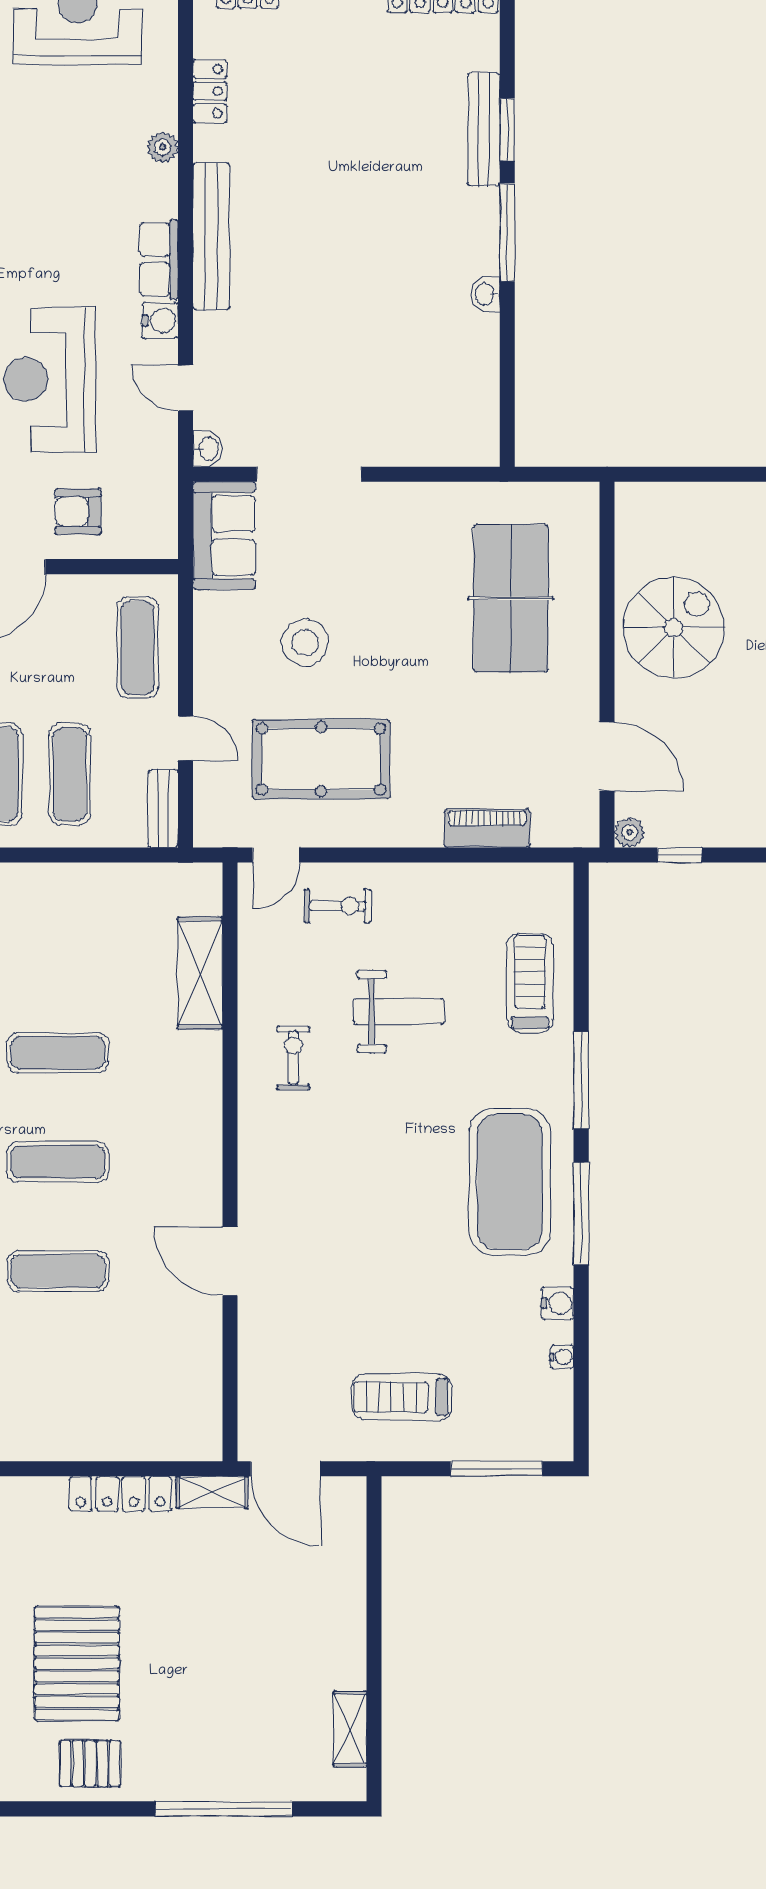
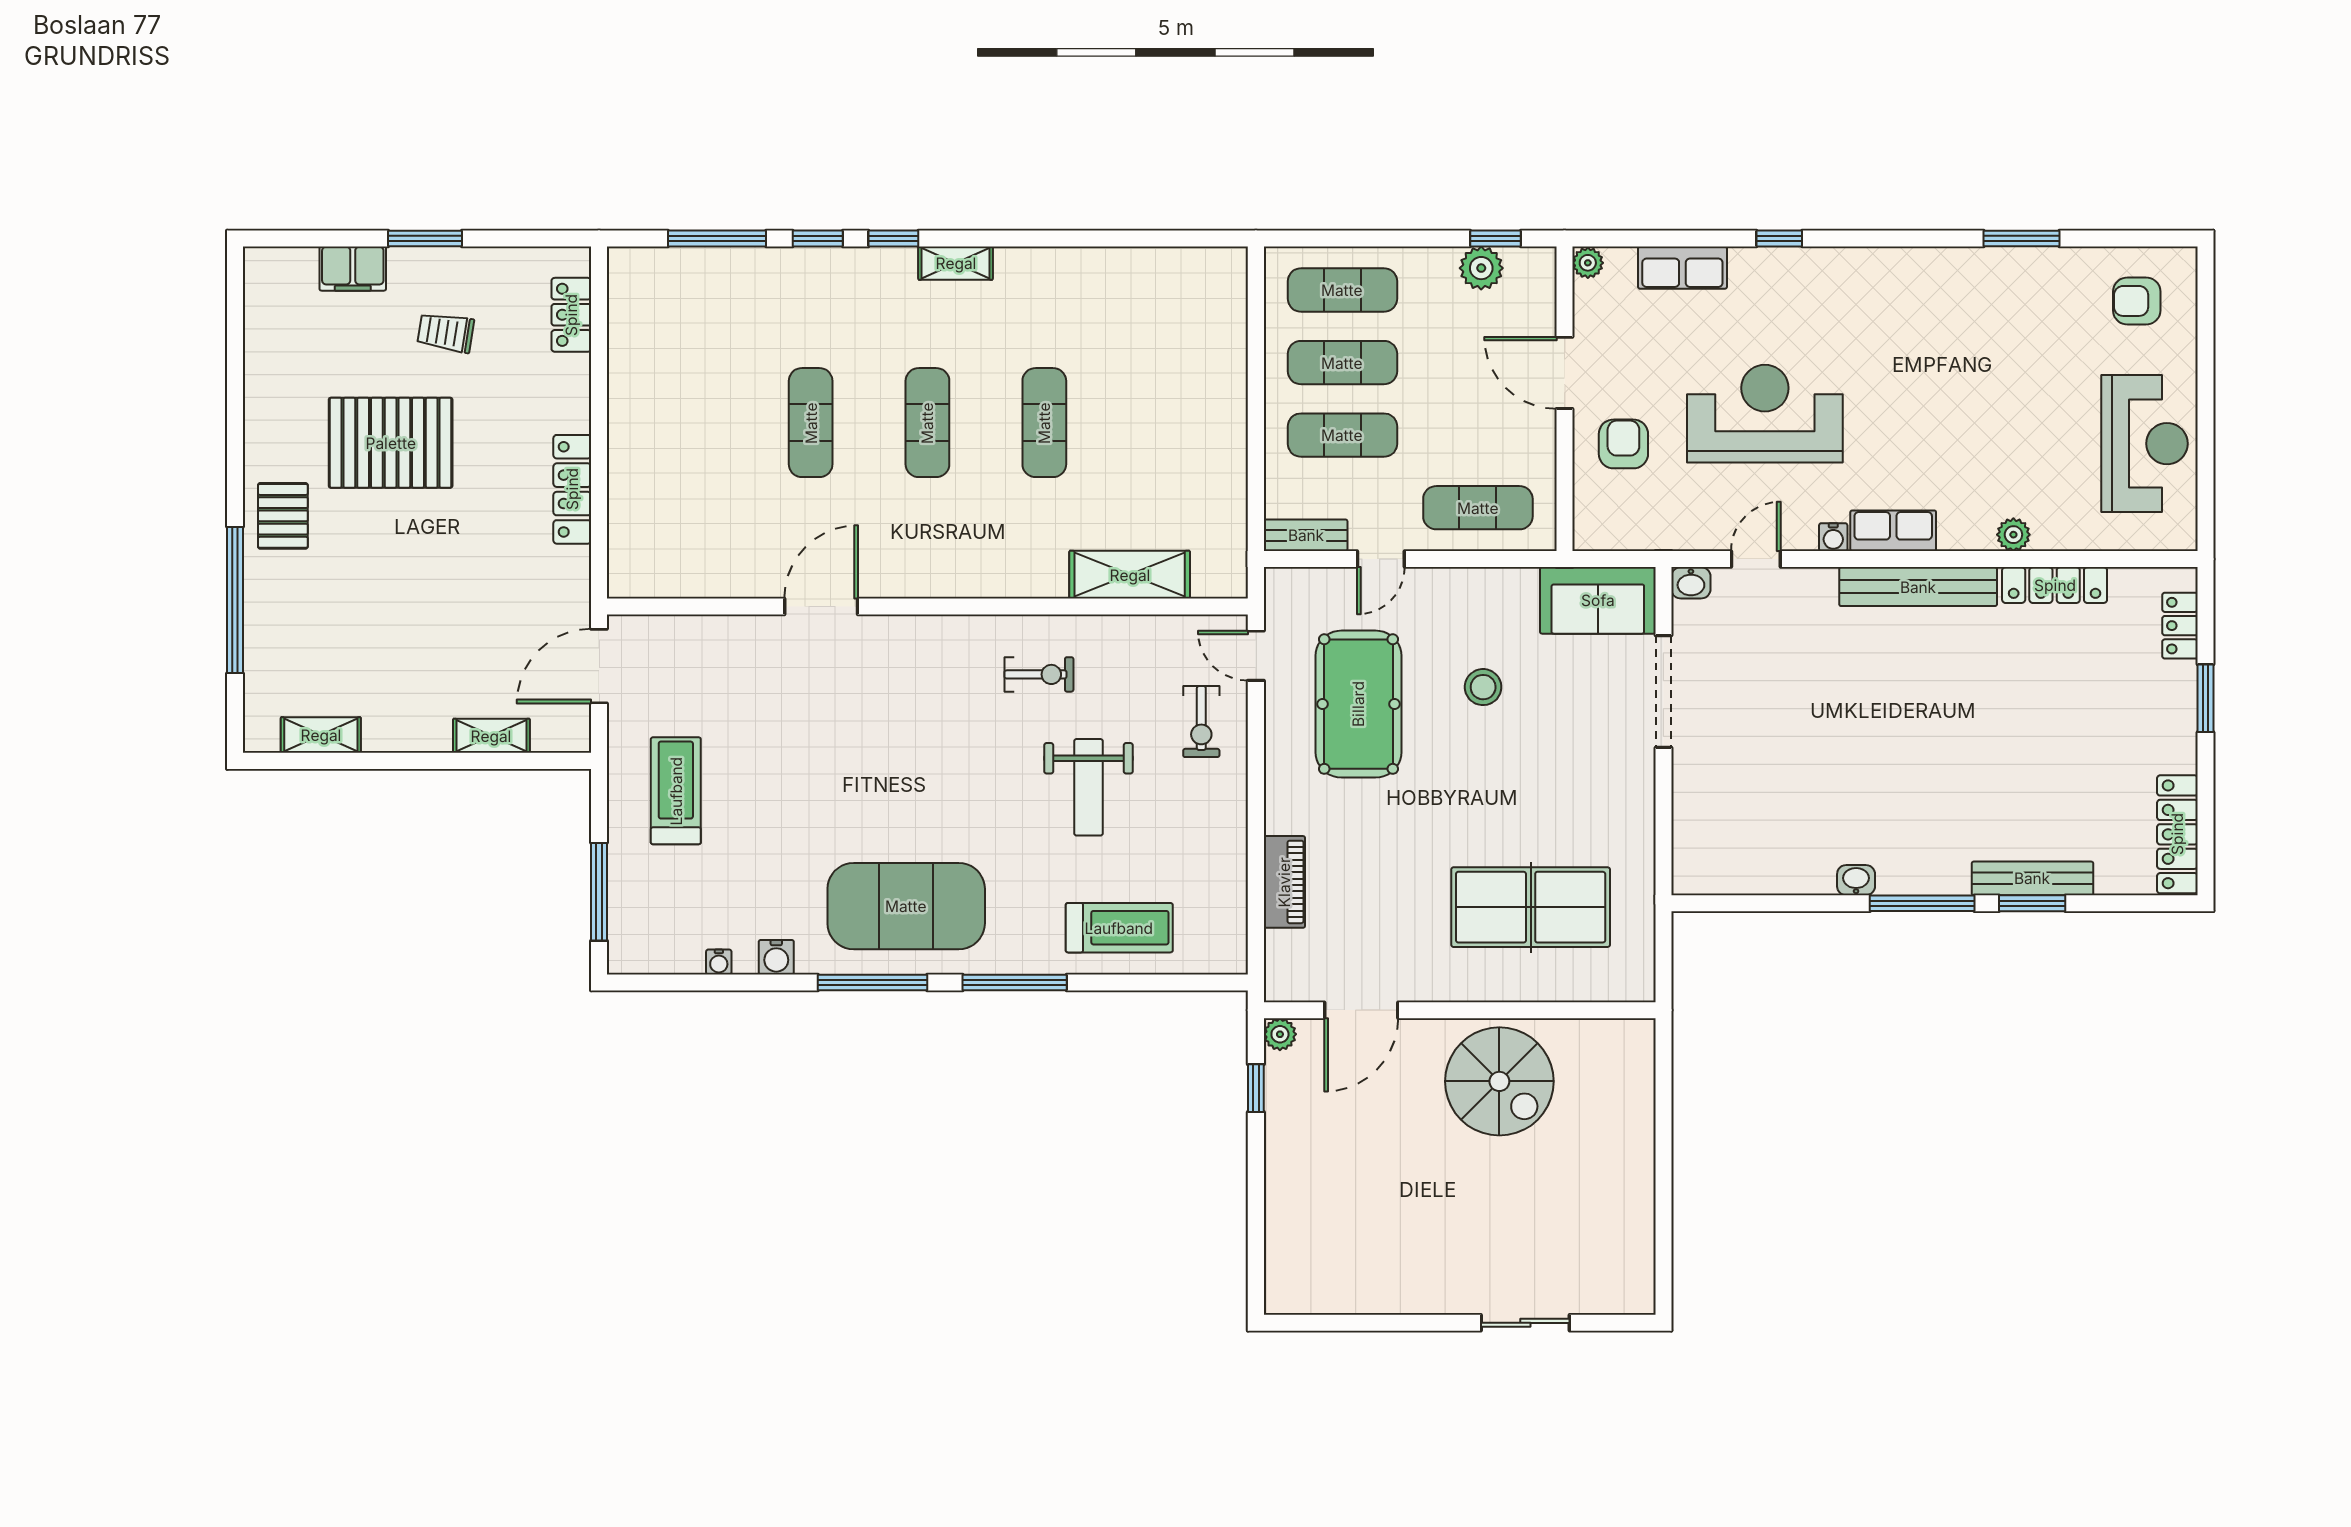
locker: (210, 91) -> (2055, 585), width x1.53
water cooler: (160, 321) -> (1833, 537), width x0.72, depth x0.72
stool: (305, 643) -> (1483, 687), width x0.73, depth x0.73
shelving: (212, 1492) -> (491, 736), moved, turned 90
pallet: (90, 1763) -> (283, 516), moved

